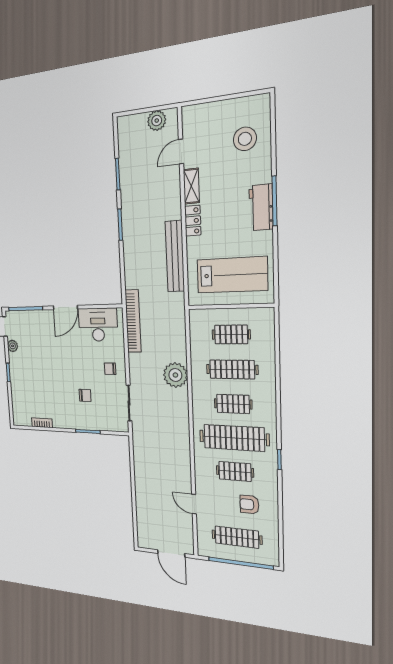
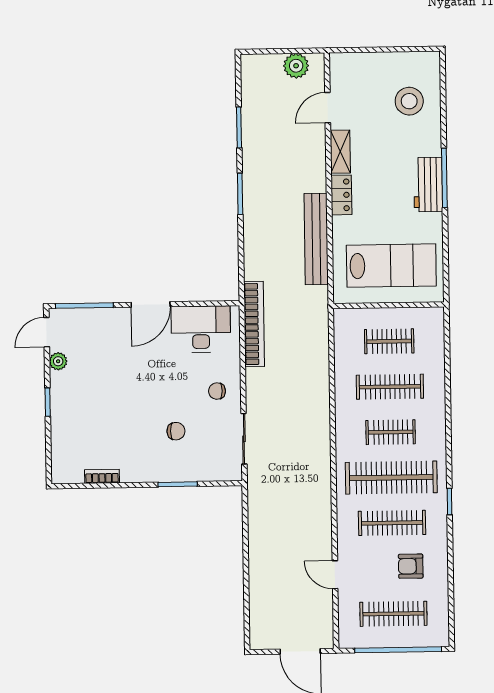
plant: (175, 375) -> (313, 397), removed
clothes rail: (235, 471) -> (392, 523), width x1.36

